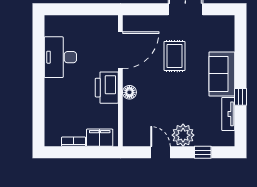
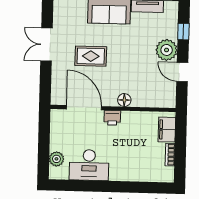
plant: (66, 23) -> (56, 159), added
printer: (107, 88) -> (112, 118), width x0.53, depth x0.68
door: (160, 152) -> (182, 72), hinge flipped

